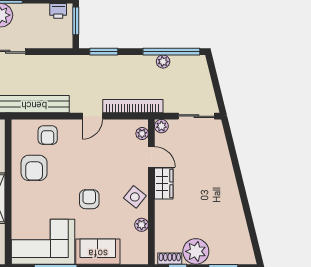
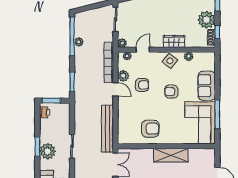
plant: (113, 128) -> (123, 76), added
armchair: (48, 135) -> (142, 85), moved
wardrobe: (164, 183) -> (174, 41), moved

